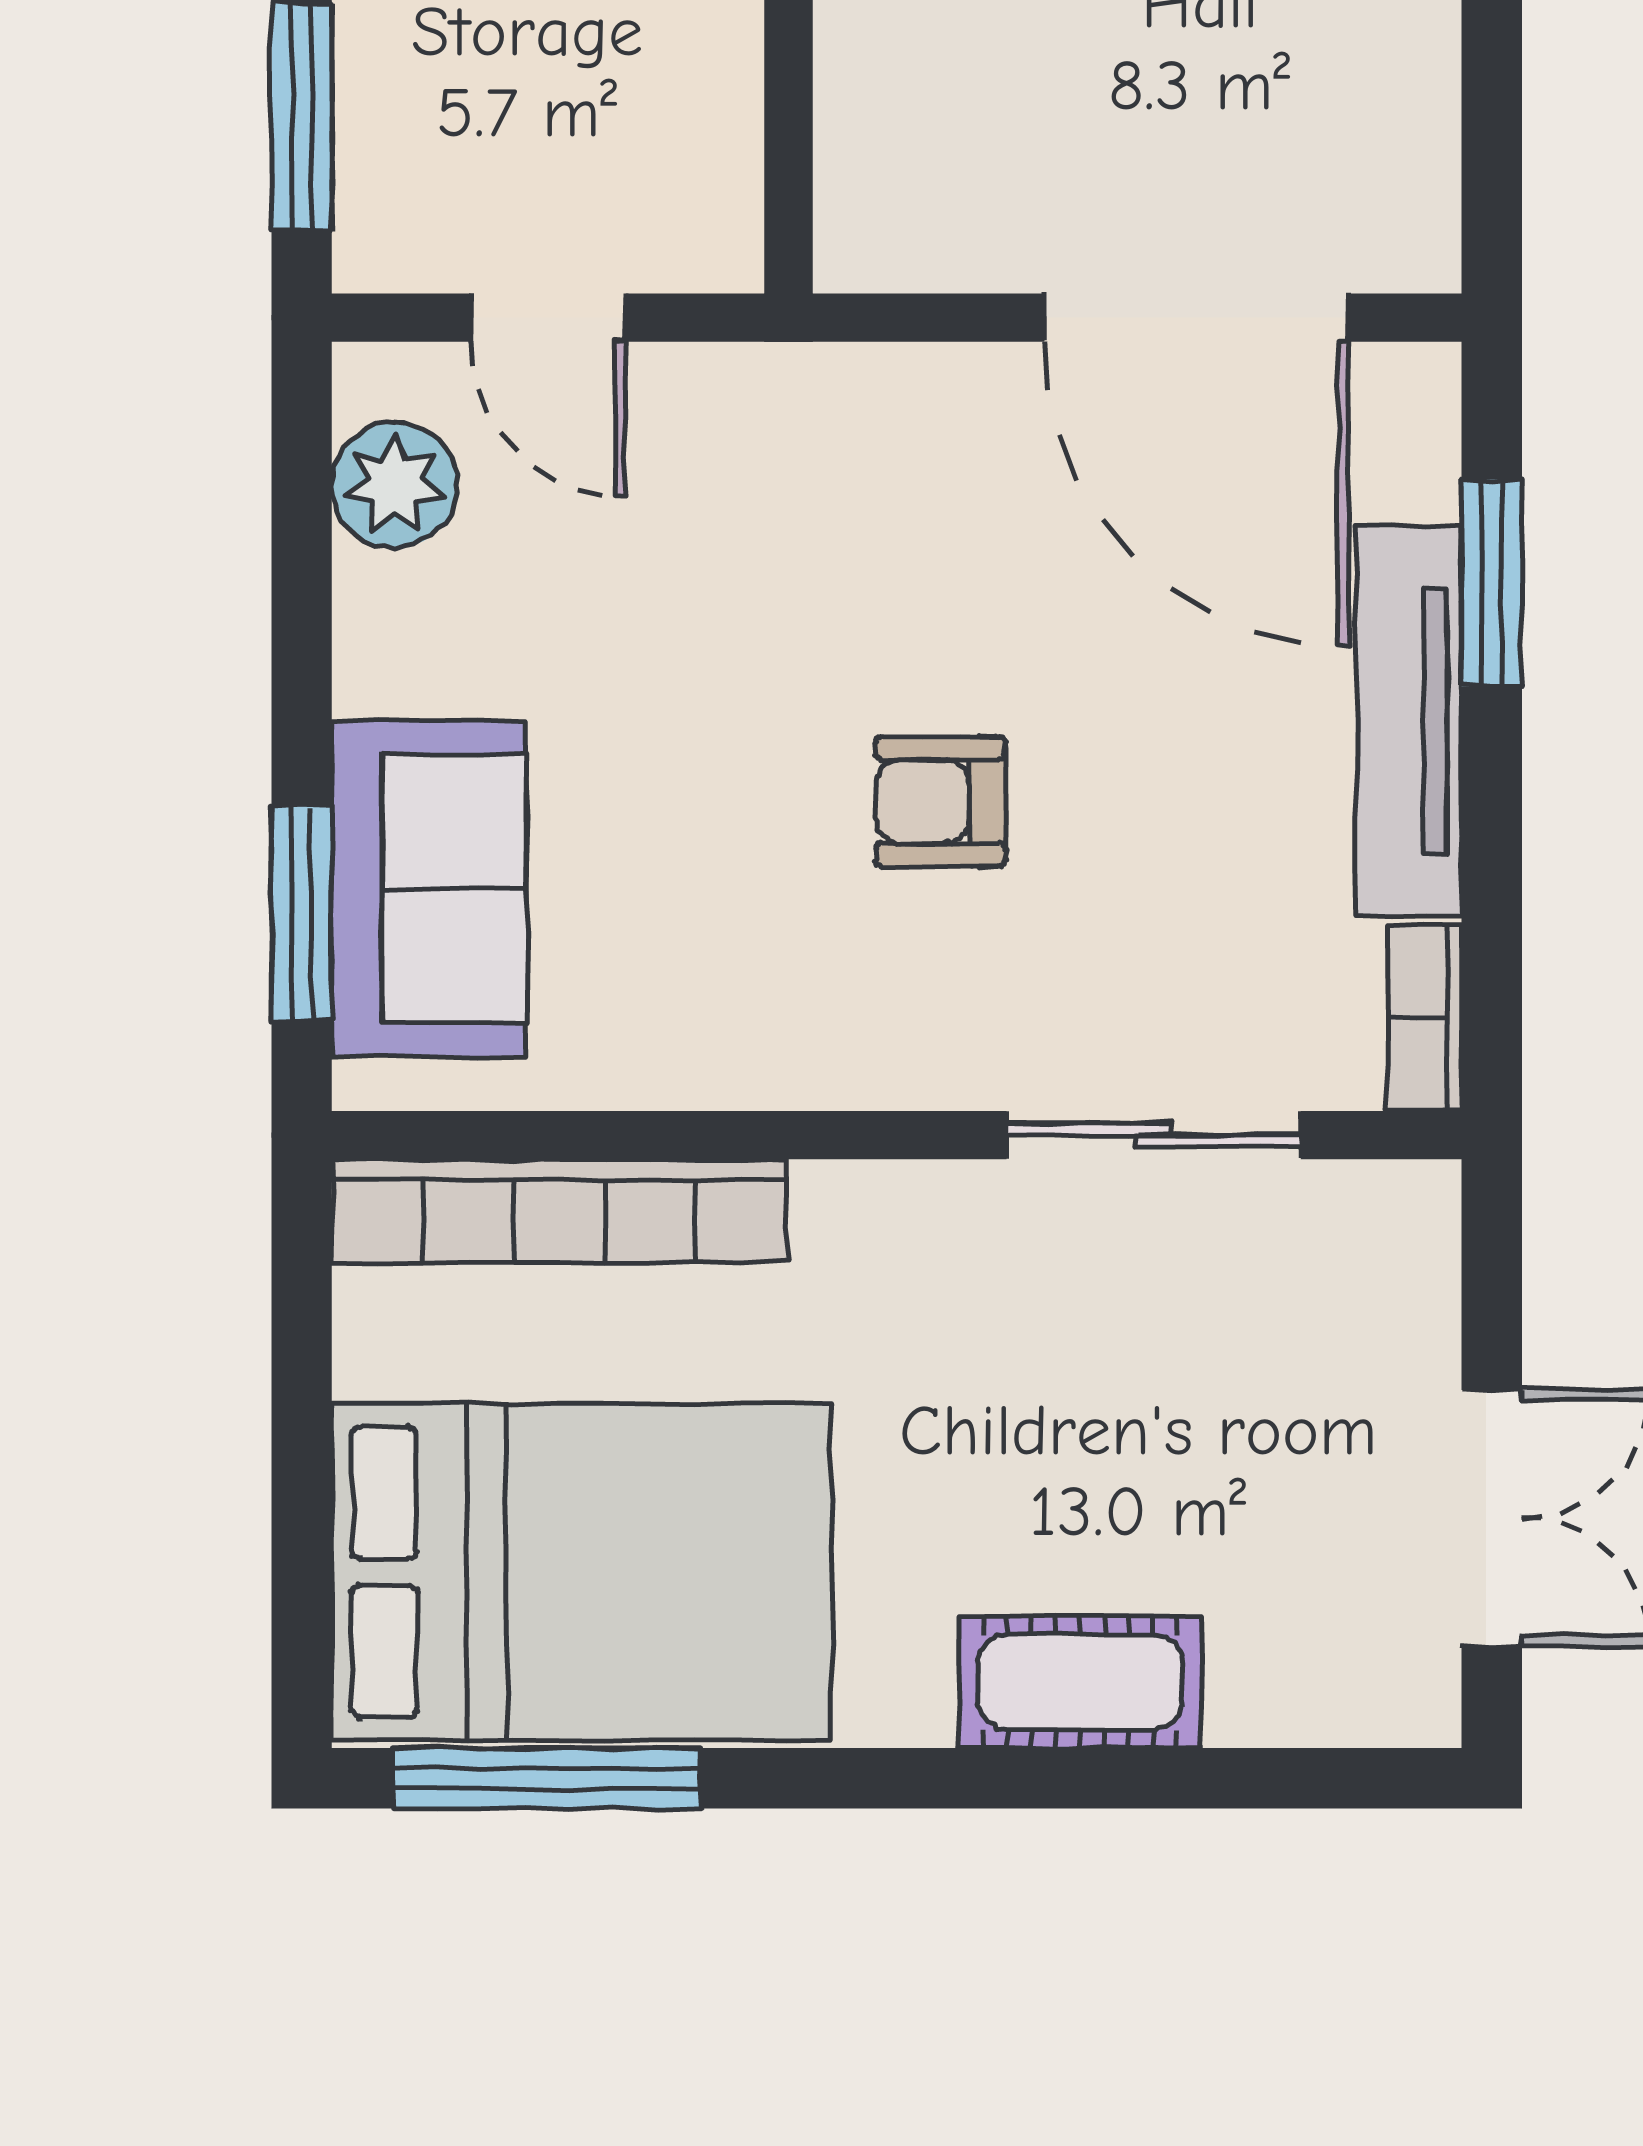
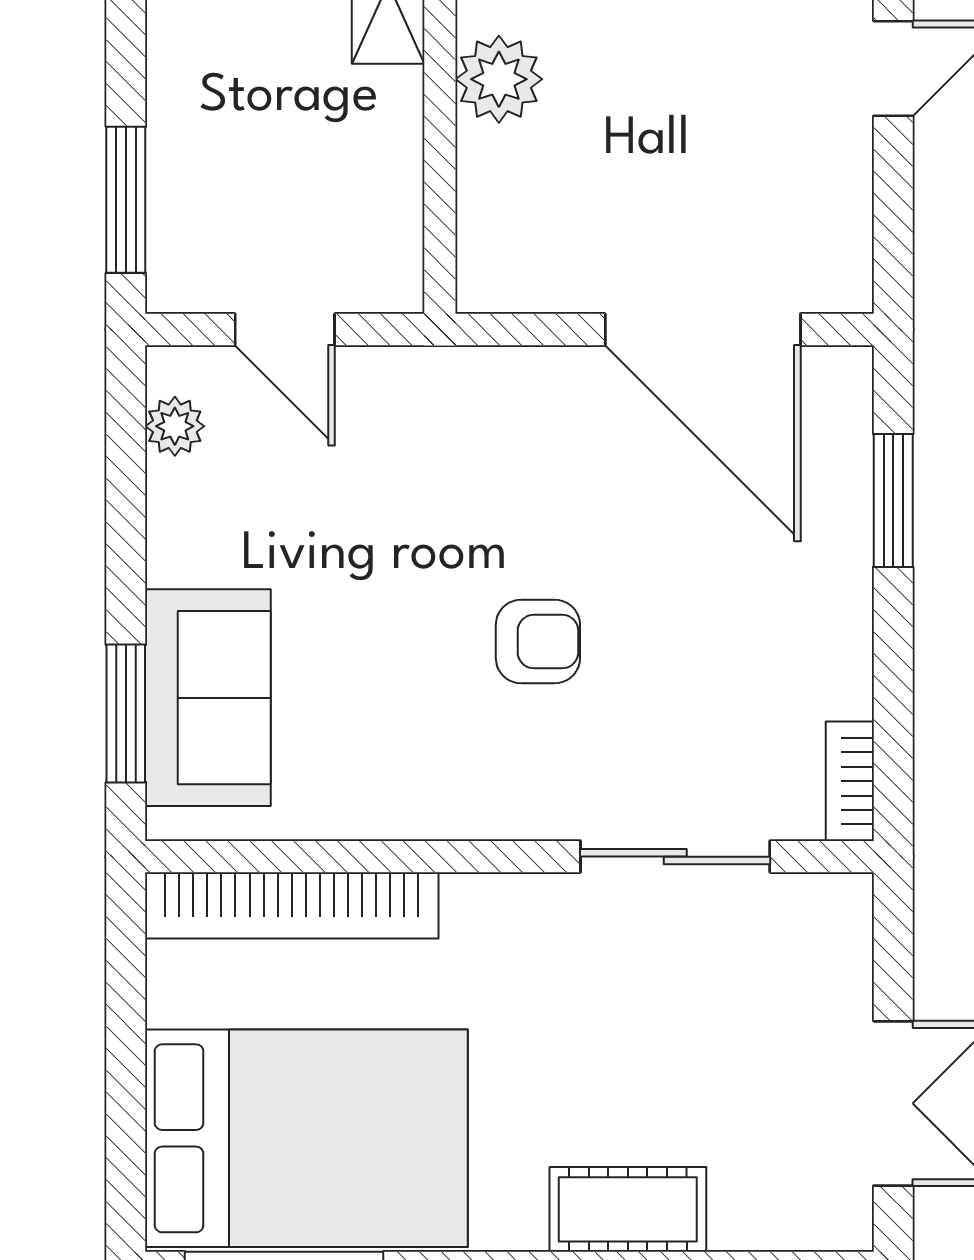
plant: (395, 485) -> (175, 426), width x0.73, depth x0.73
tv unit: (1409, 721) -> (840, 589), removed
armchair: (941, 802) -> (538, 642), turned 180

